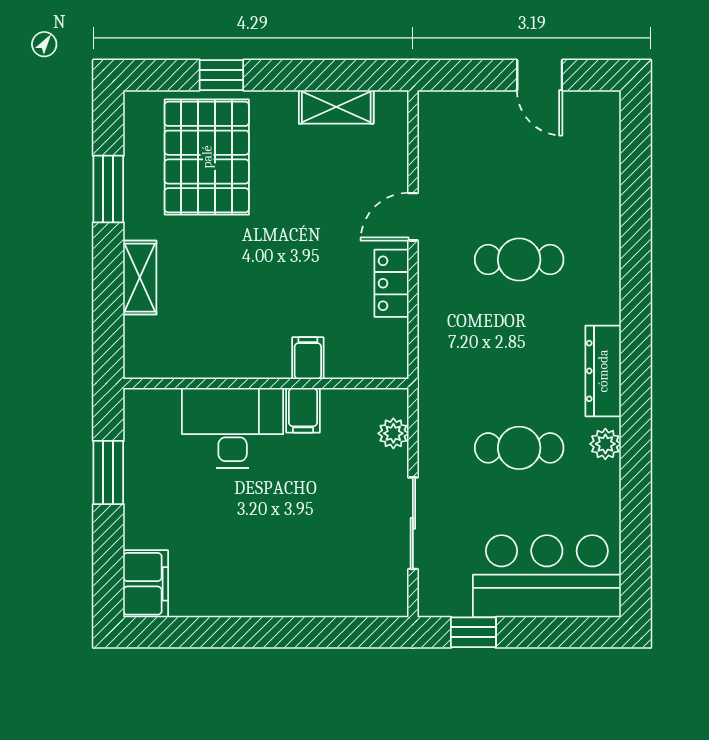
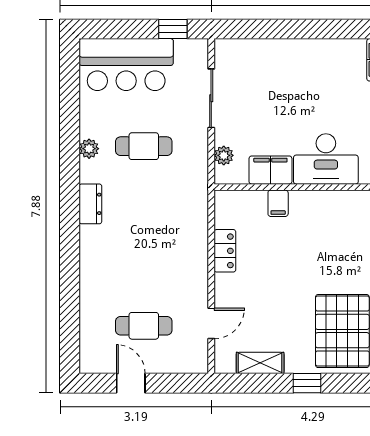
window: (221, 75) -> (307, 383), moved
door: (413, 217) -> (211, 323), moved
cafe table: (519, 260) -> (144, 326), moved
dresser: (603, 371) -> (90, 204), width x0.70
filing cabinet: (303, 410) -> (270, 170), width x2.00

